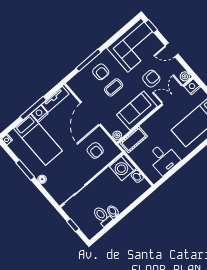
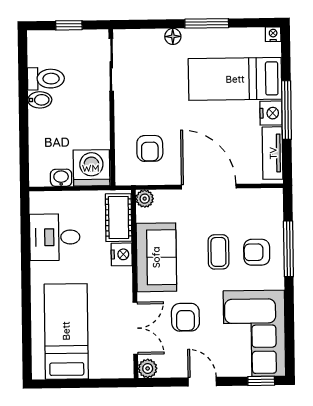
door: (172, 50) -> (202, 382), hinge flipped
nightstand: (193, 87) -> (122, 254), moved
armchair: (95, 150) -> (150, 148), turned -90

